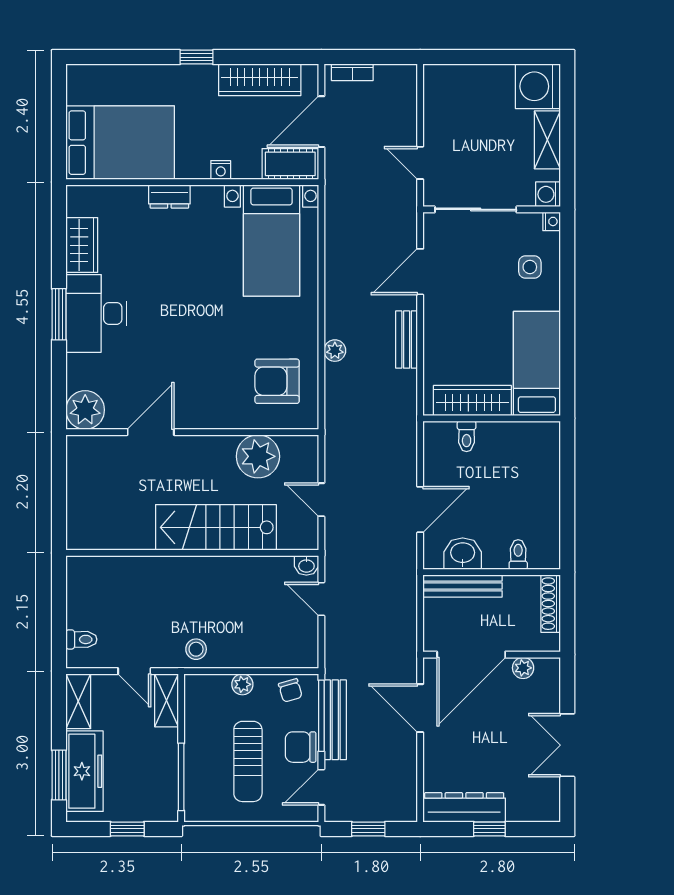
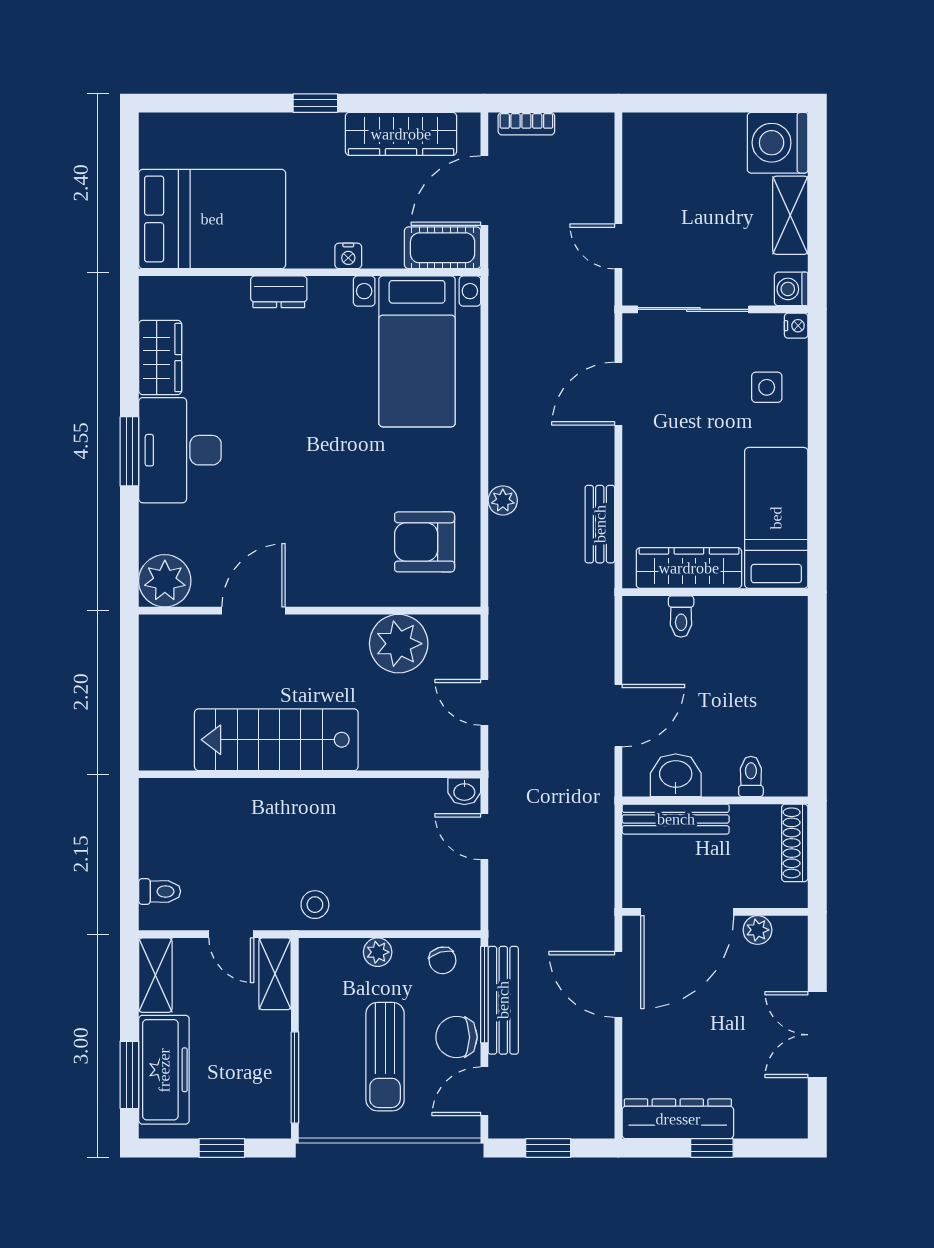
bench: (407, 340) -> (600, 524), moved
stairs: (216, 527) -> (276, 740), moved

